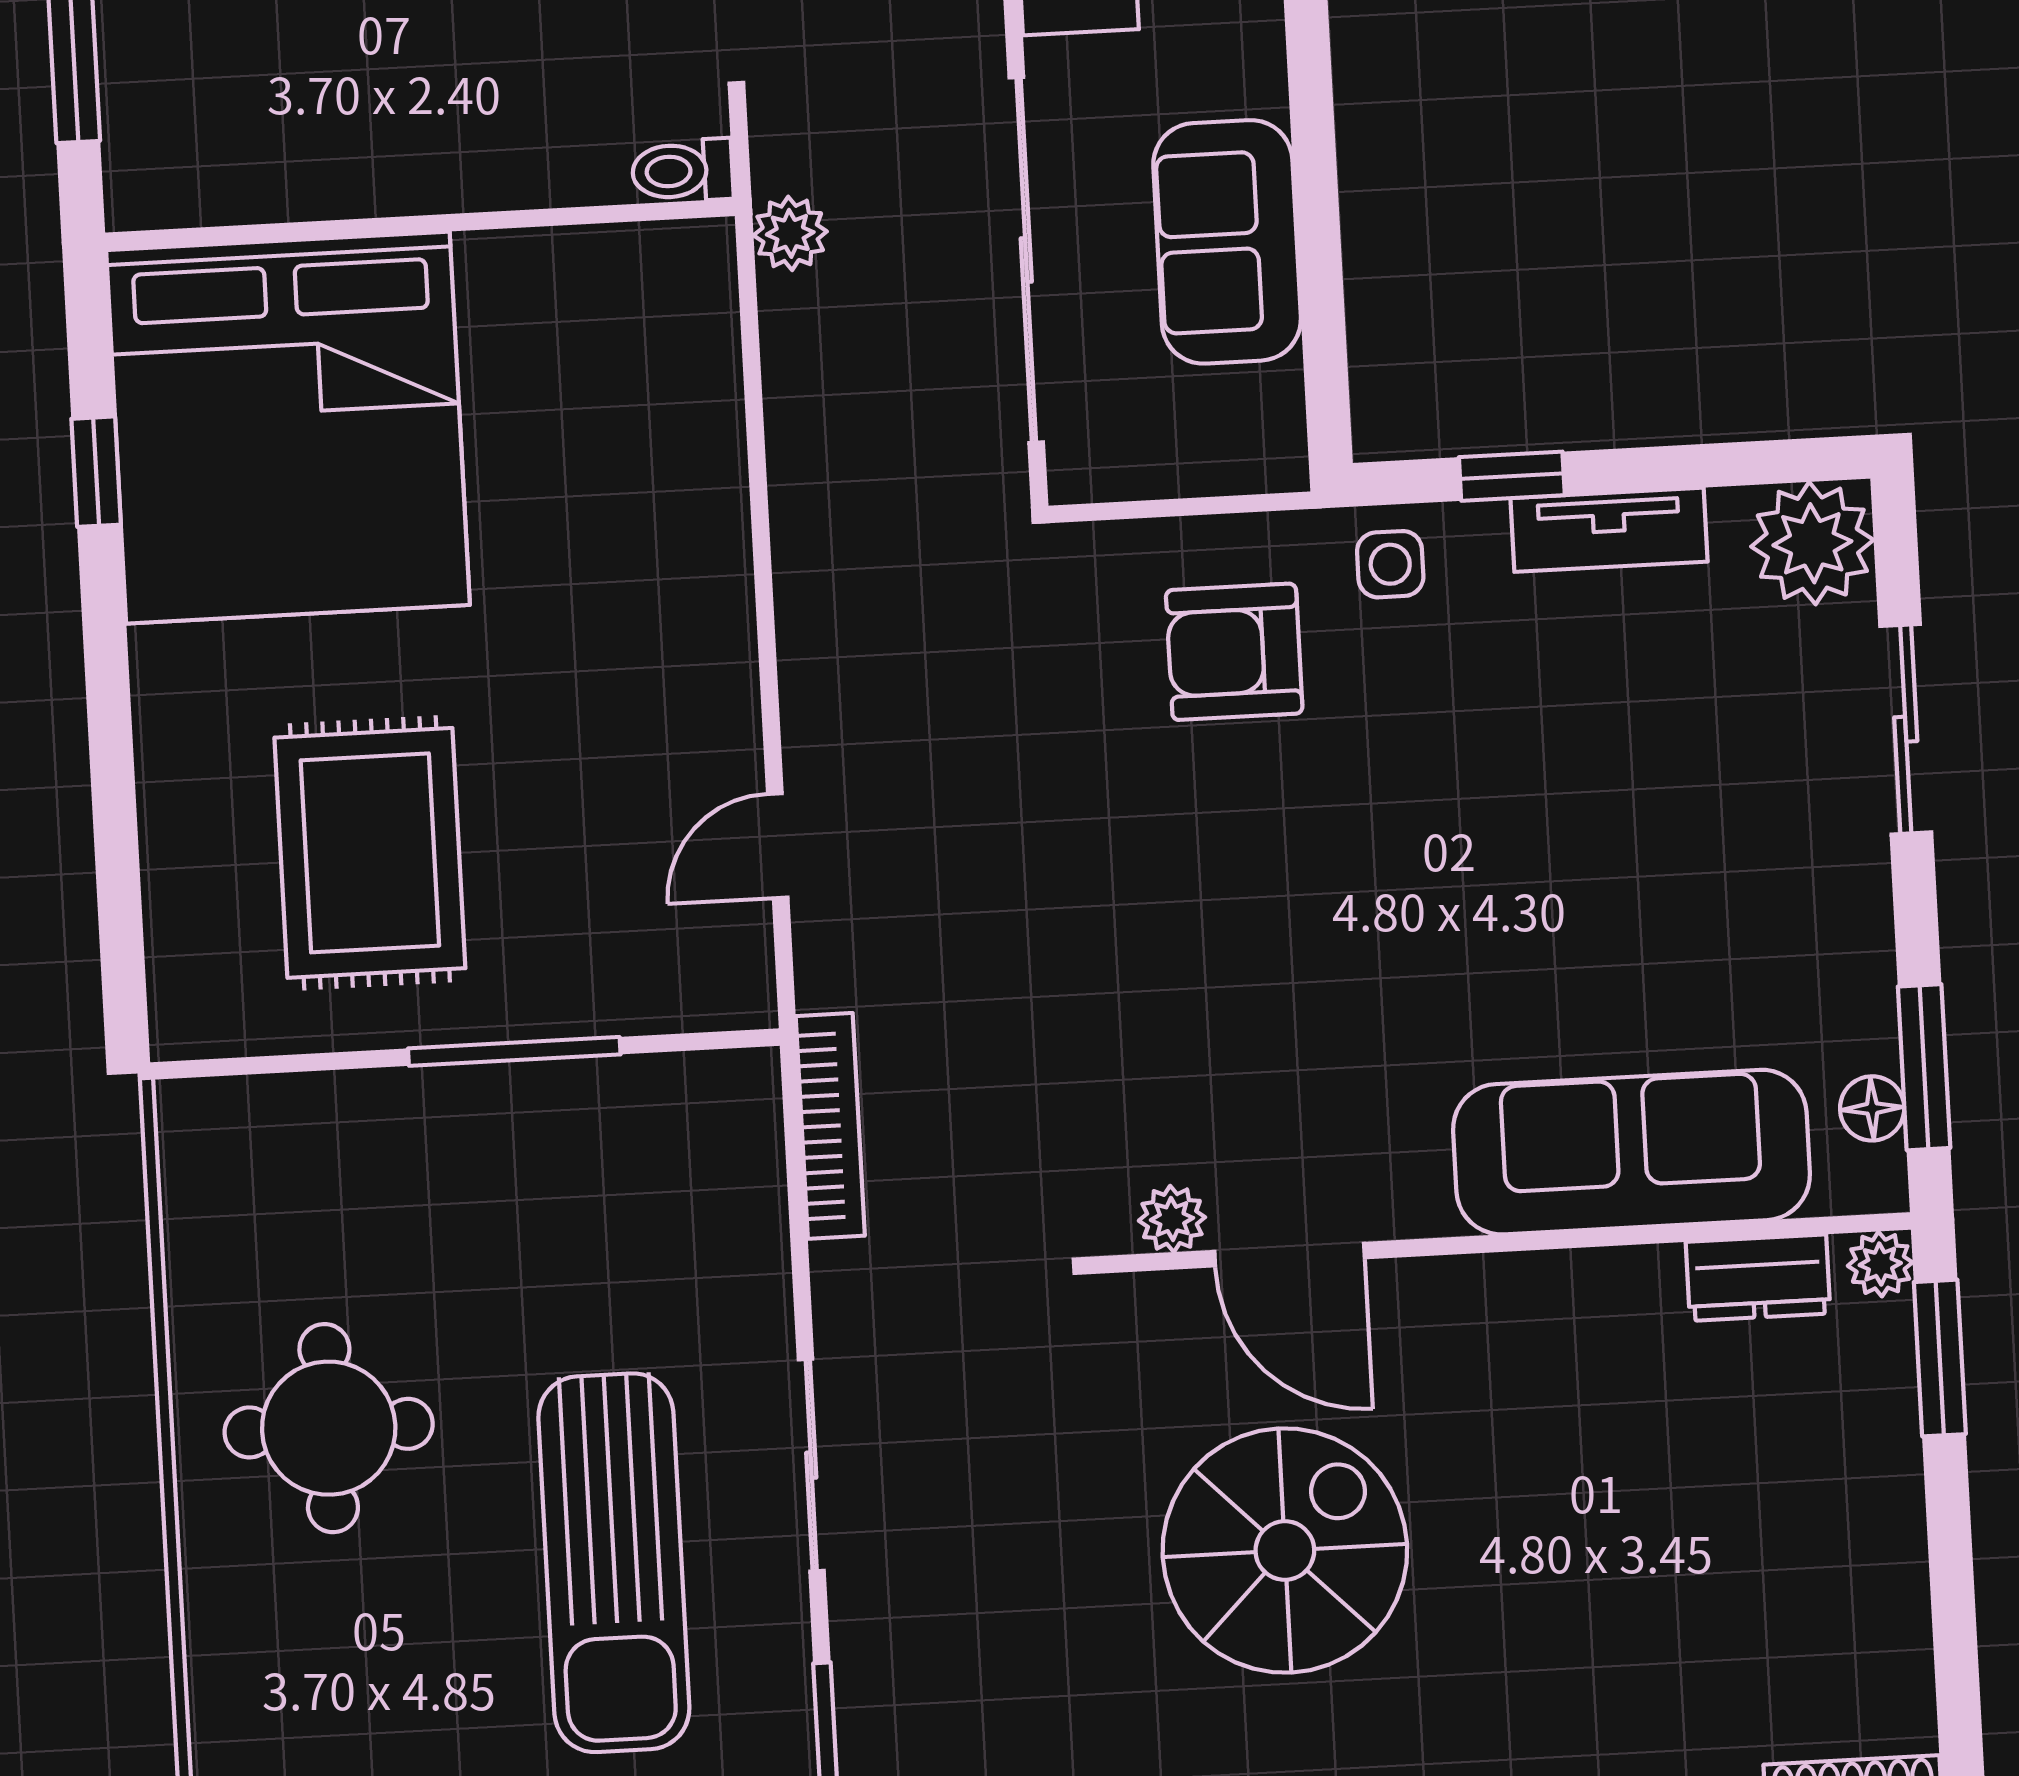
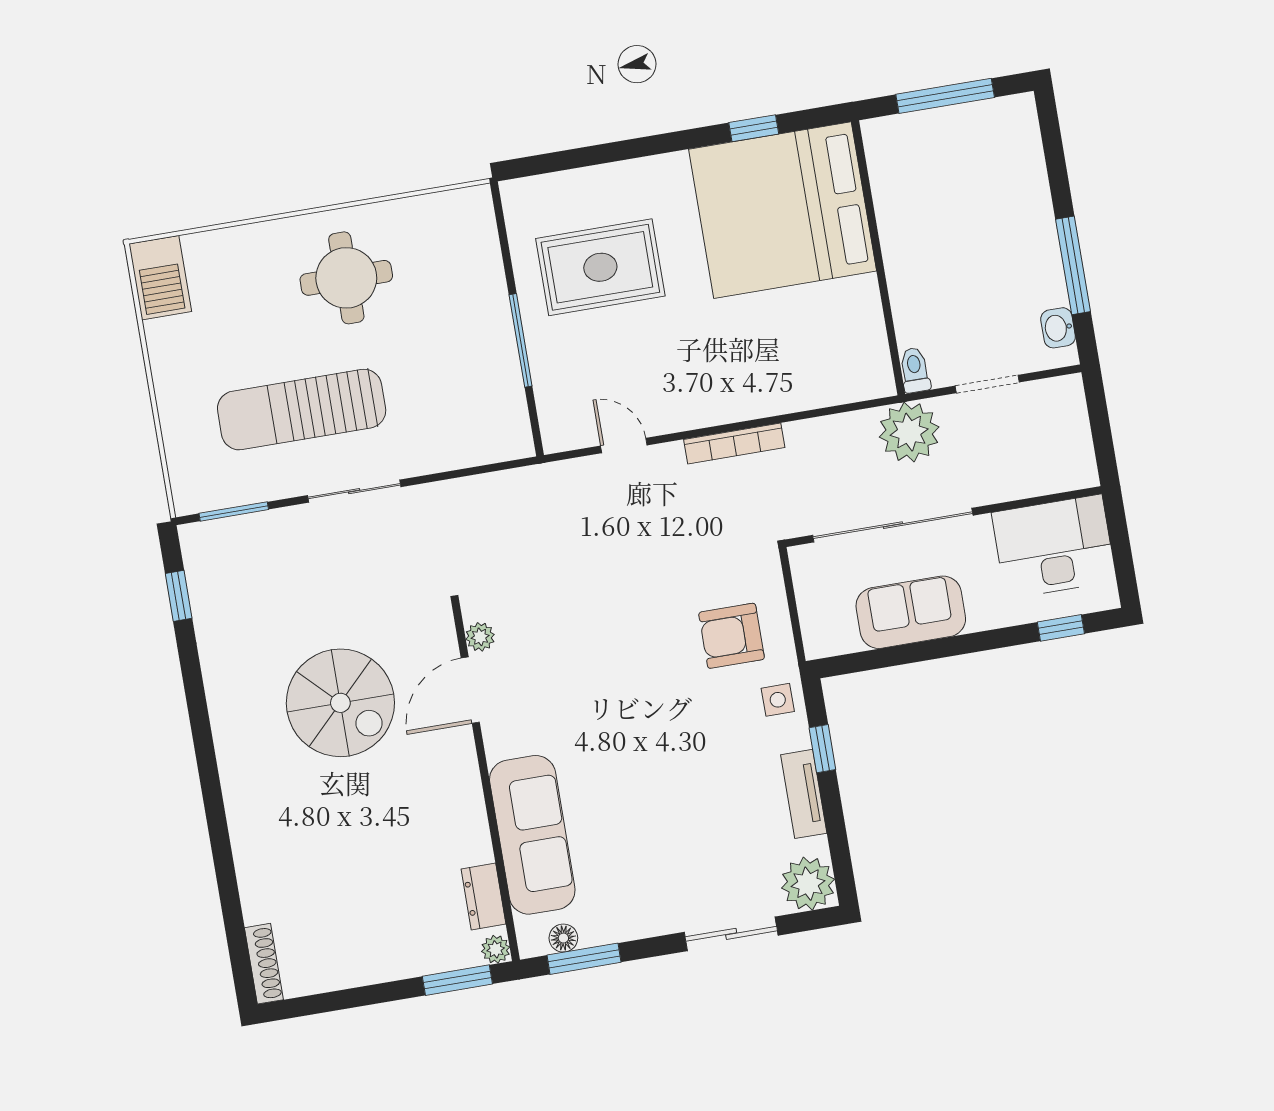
plant: (790, 233) -> (909, 432), width x1.88, depth x1.88
armchair: (1234, 652) -> (732, 636), turned -90
bookcase: (830, 1126) -> (734, 444), moved

